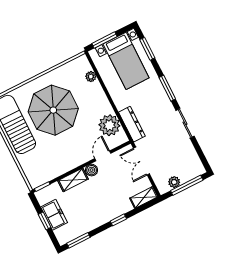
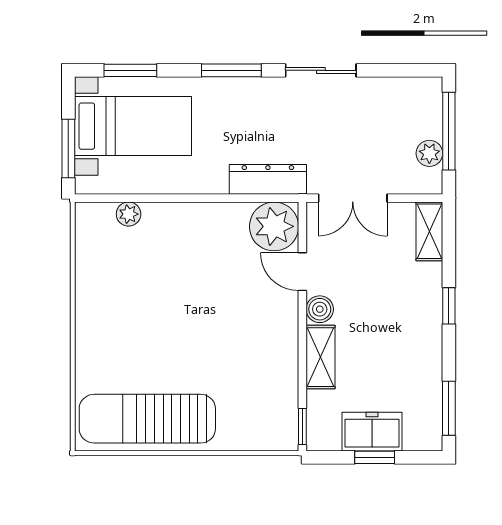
parasol: (53, 110) -> (158, 325), removed
plant: (109, 125) -> (274, 226), moved

